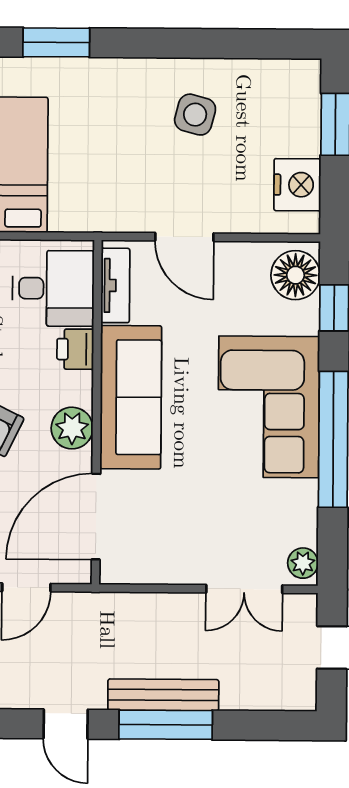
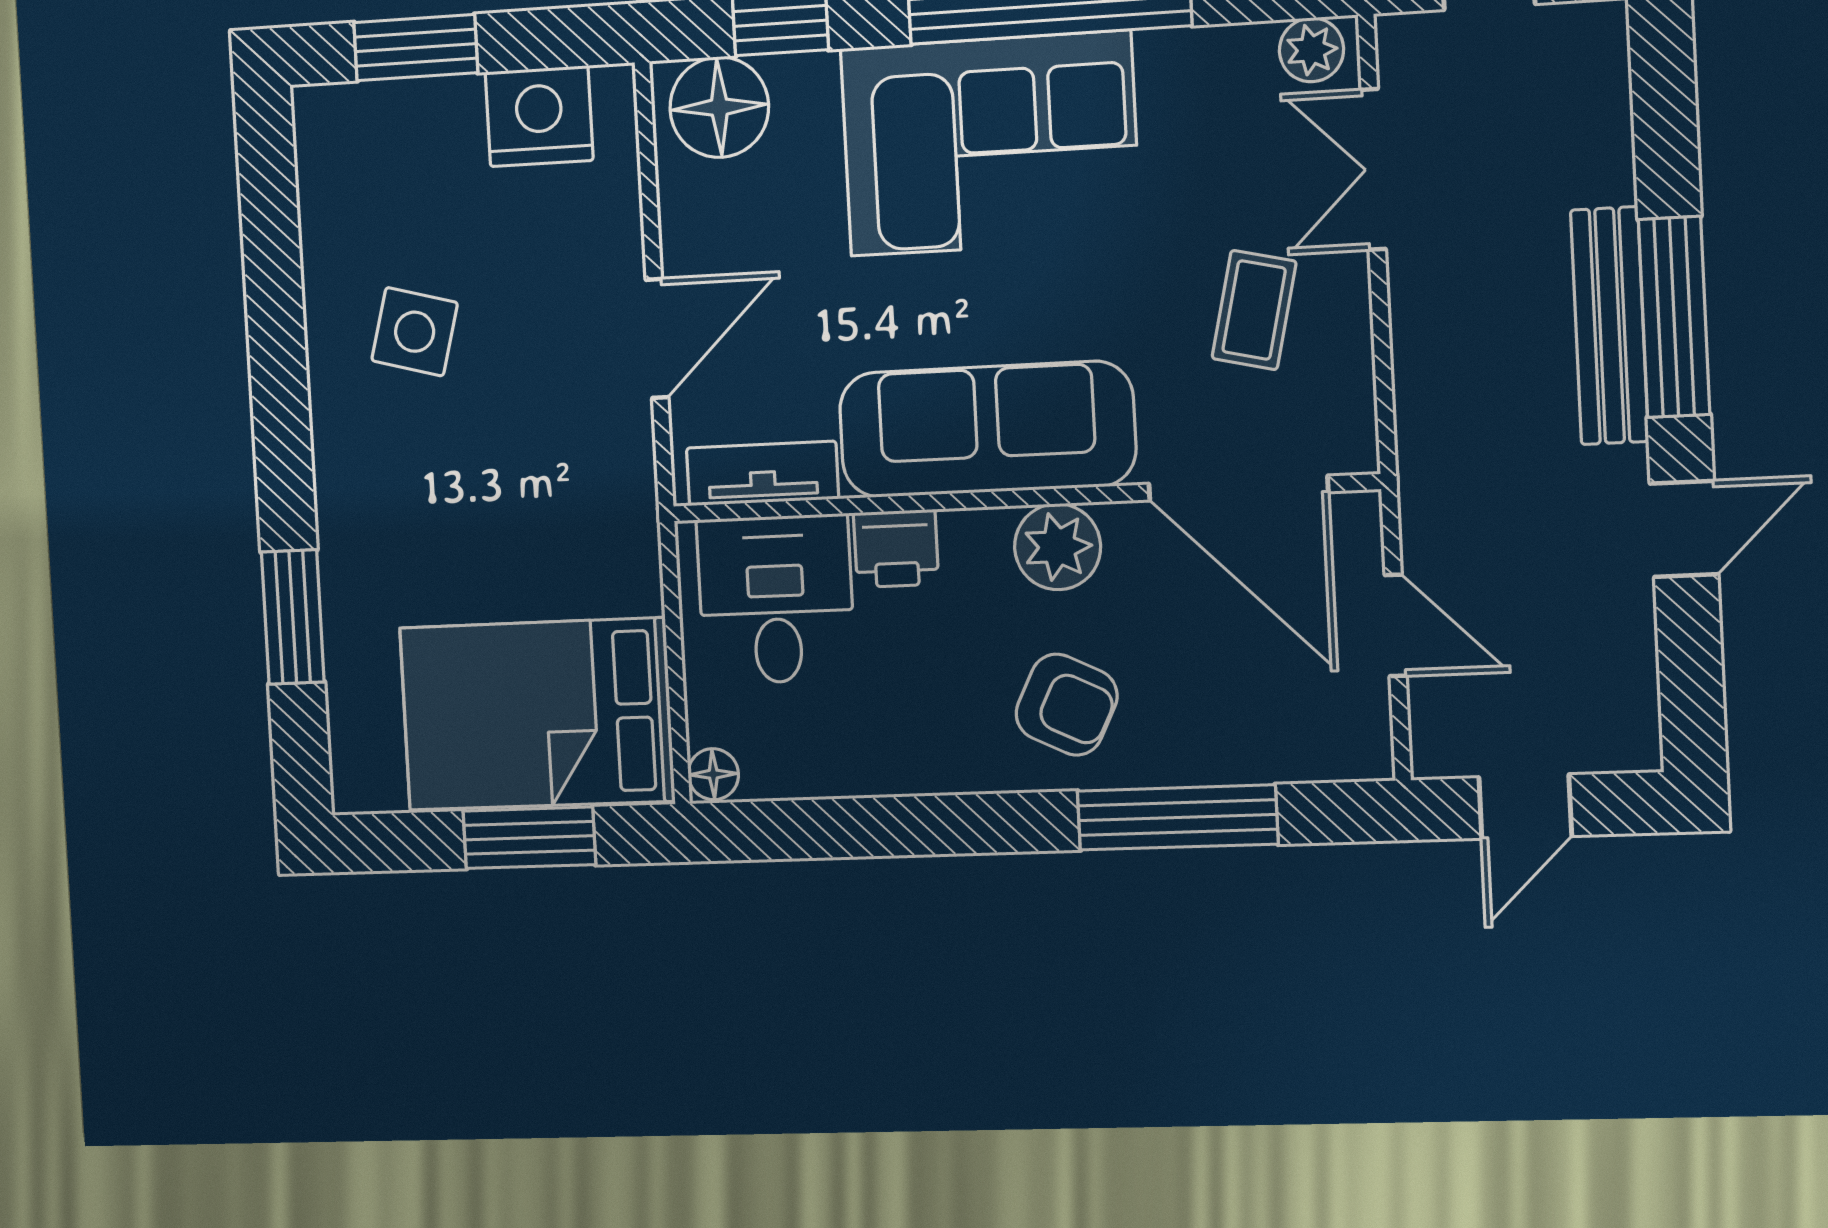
coffee table: (181, 529) -> (1254, 310), added
double door: (244, 589) -> (1373, 169), swing flipped

